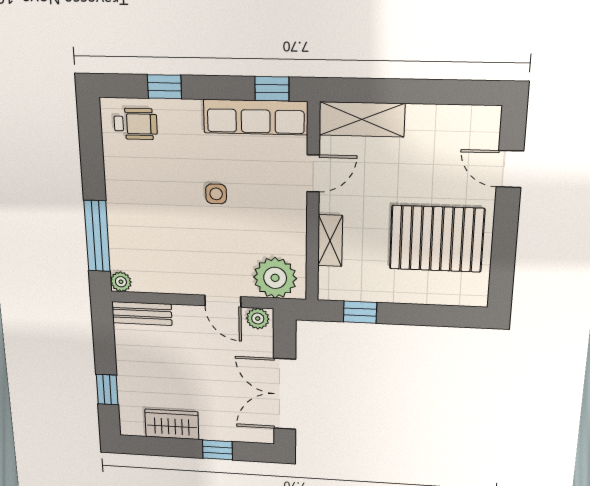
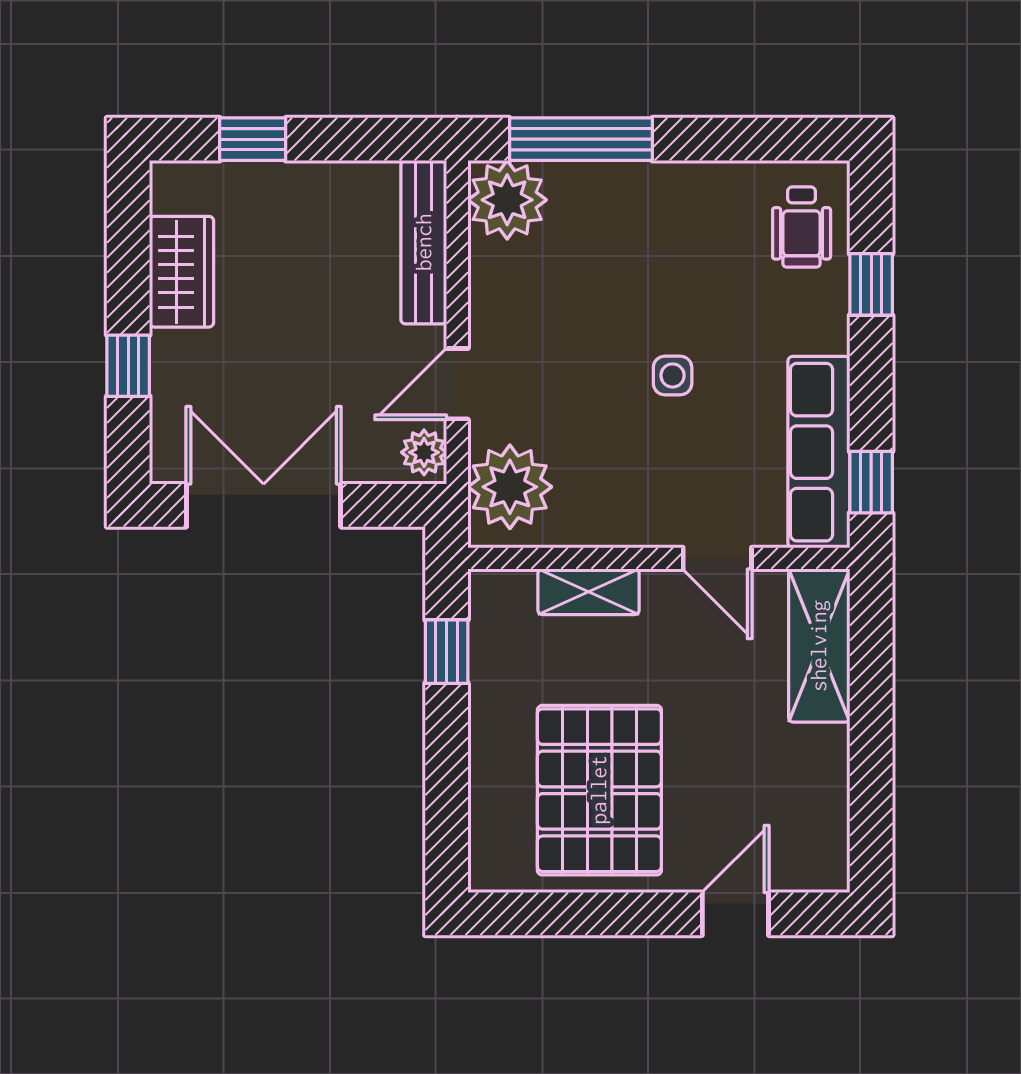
plant: (121, 282) -> (507, 200), width x1.87, depth x1.87
bench: (142, 313) -> (424, 242), width x1.36

